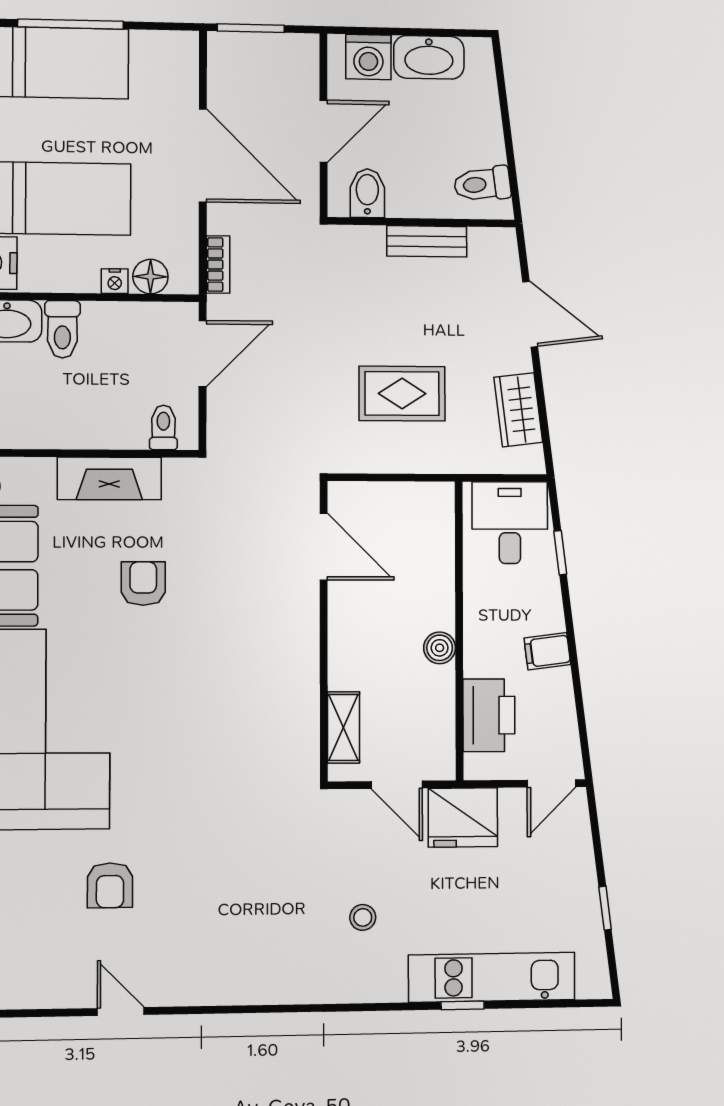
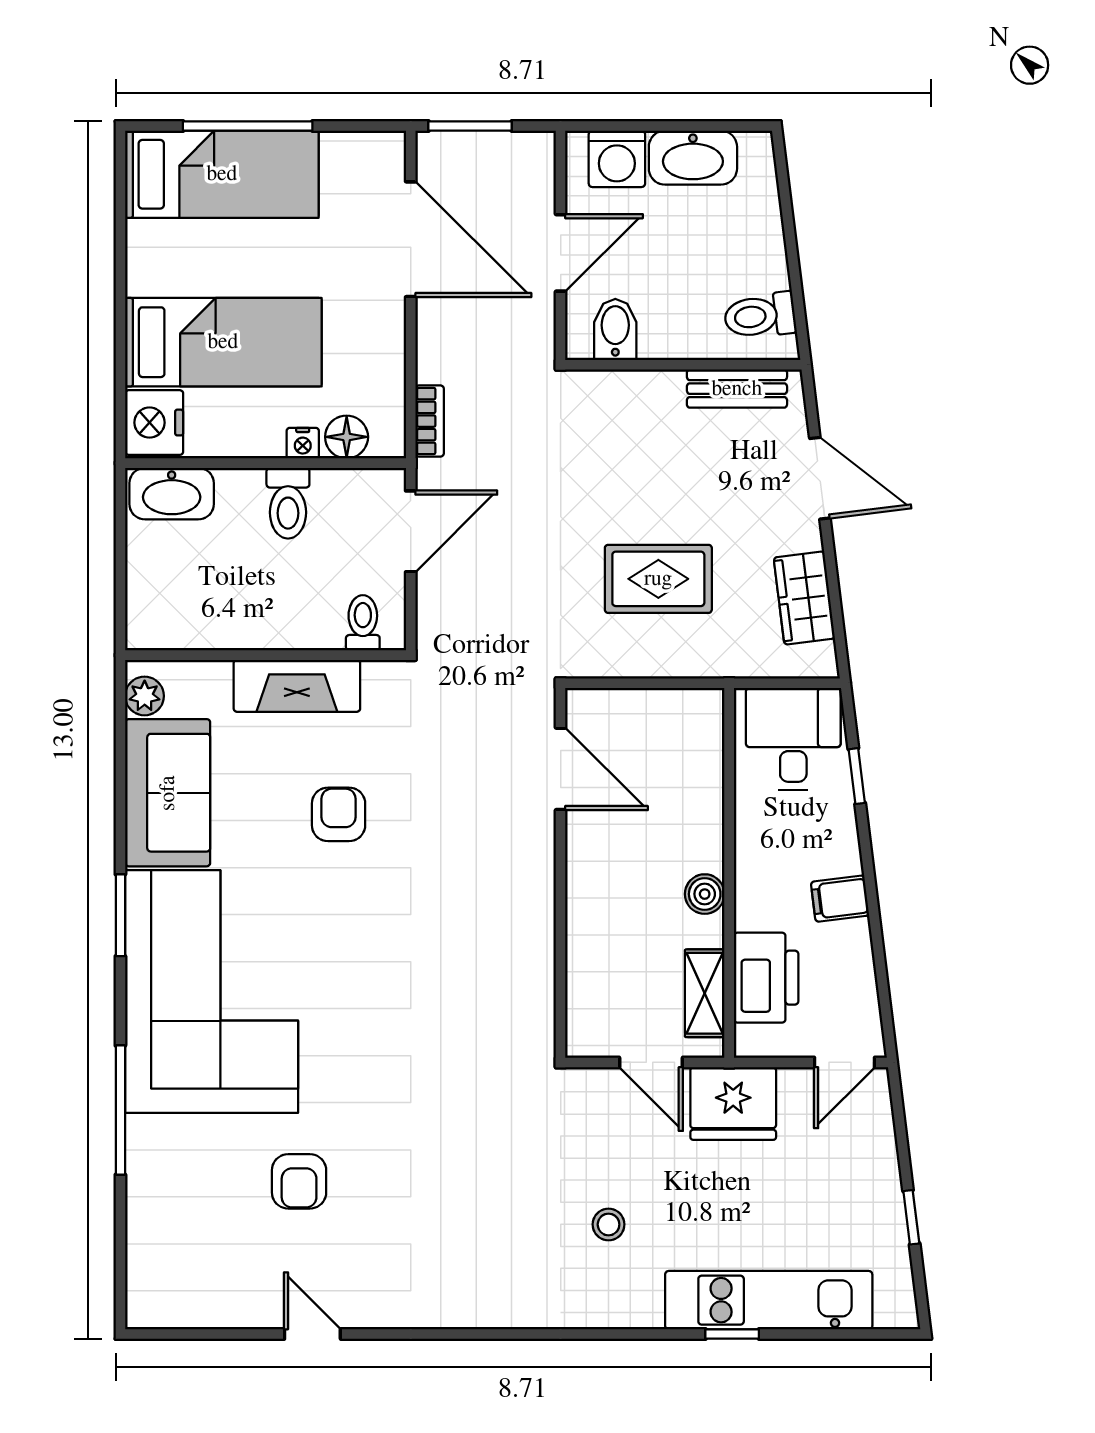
door: (203, 155) -> (411, 239), moved
bench: (427, 241) -> (737, 389), moved
toilet: (62, 329) -> (288, 503), moved
shelving: (344, 727) -> (705, 993), moved

